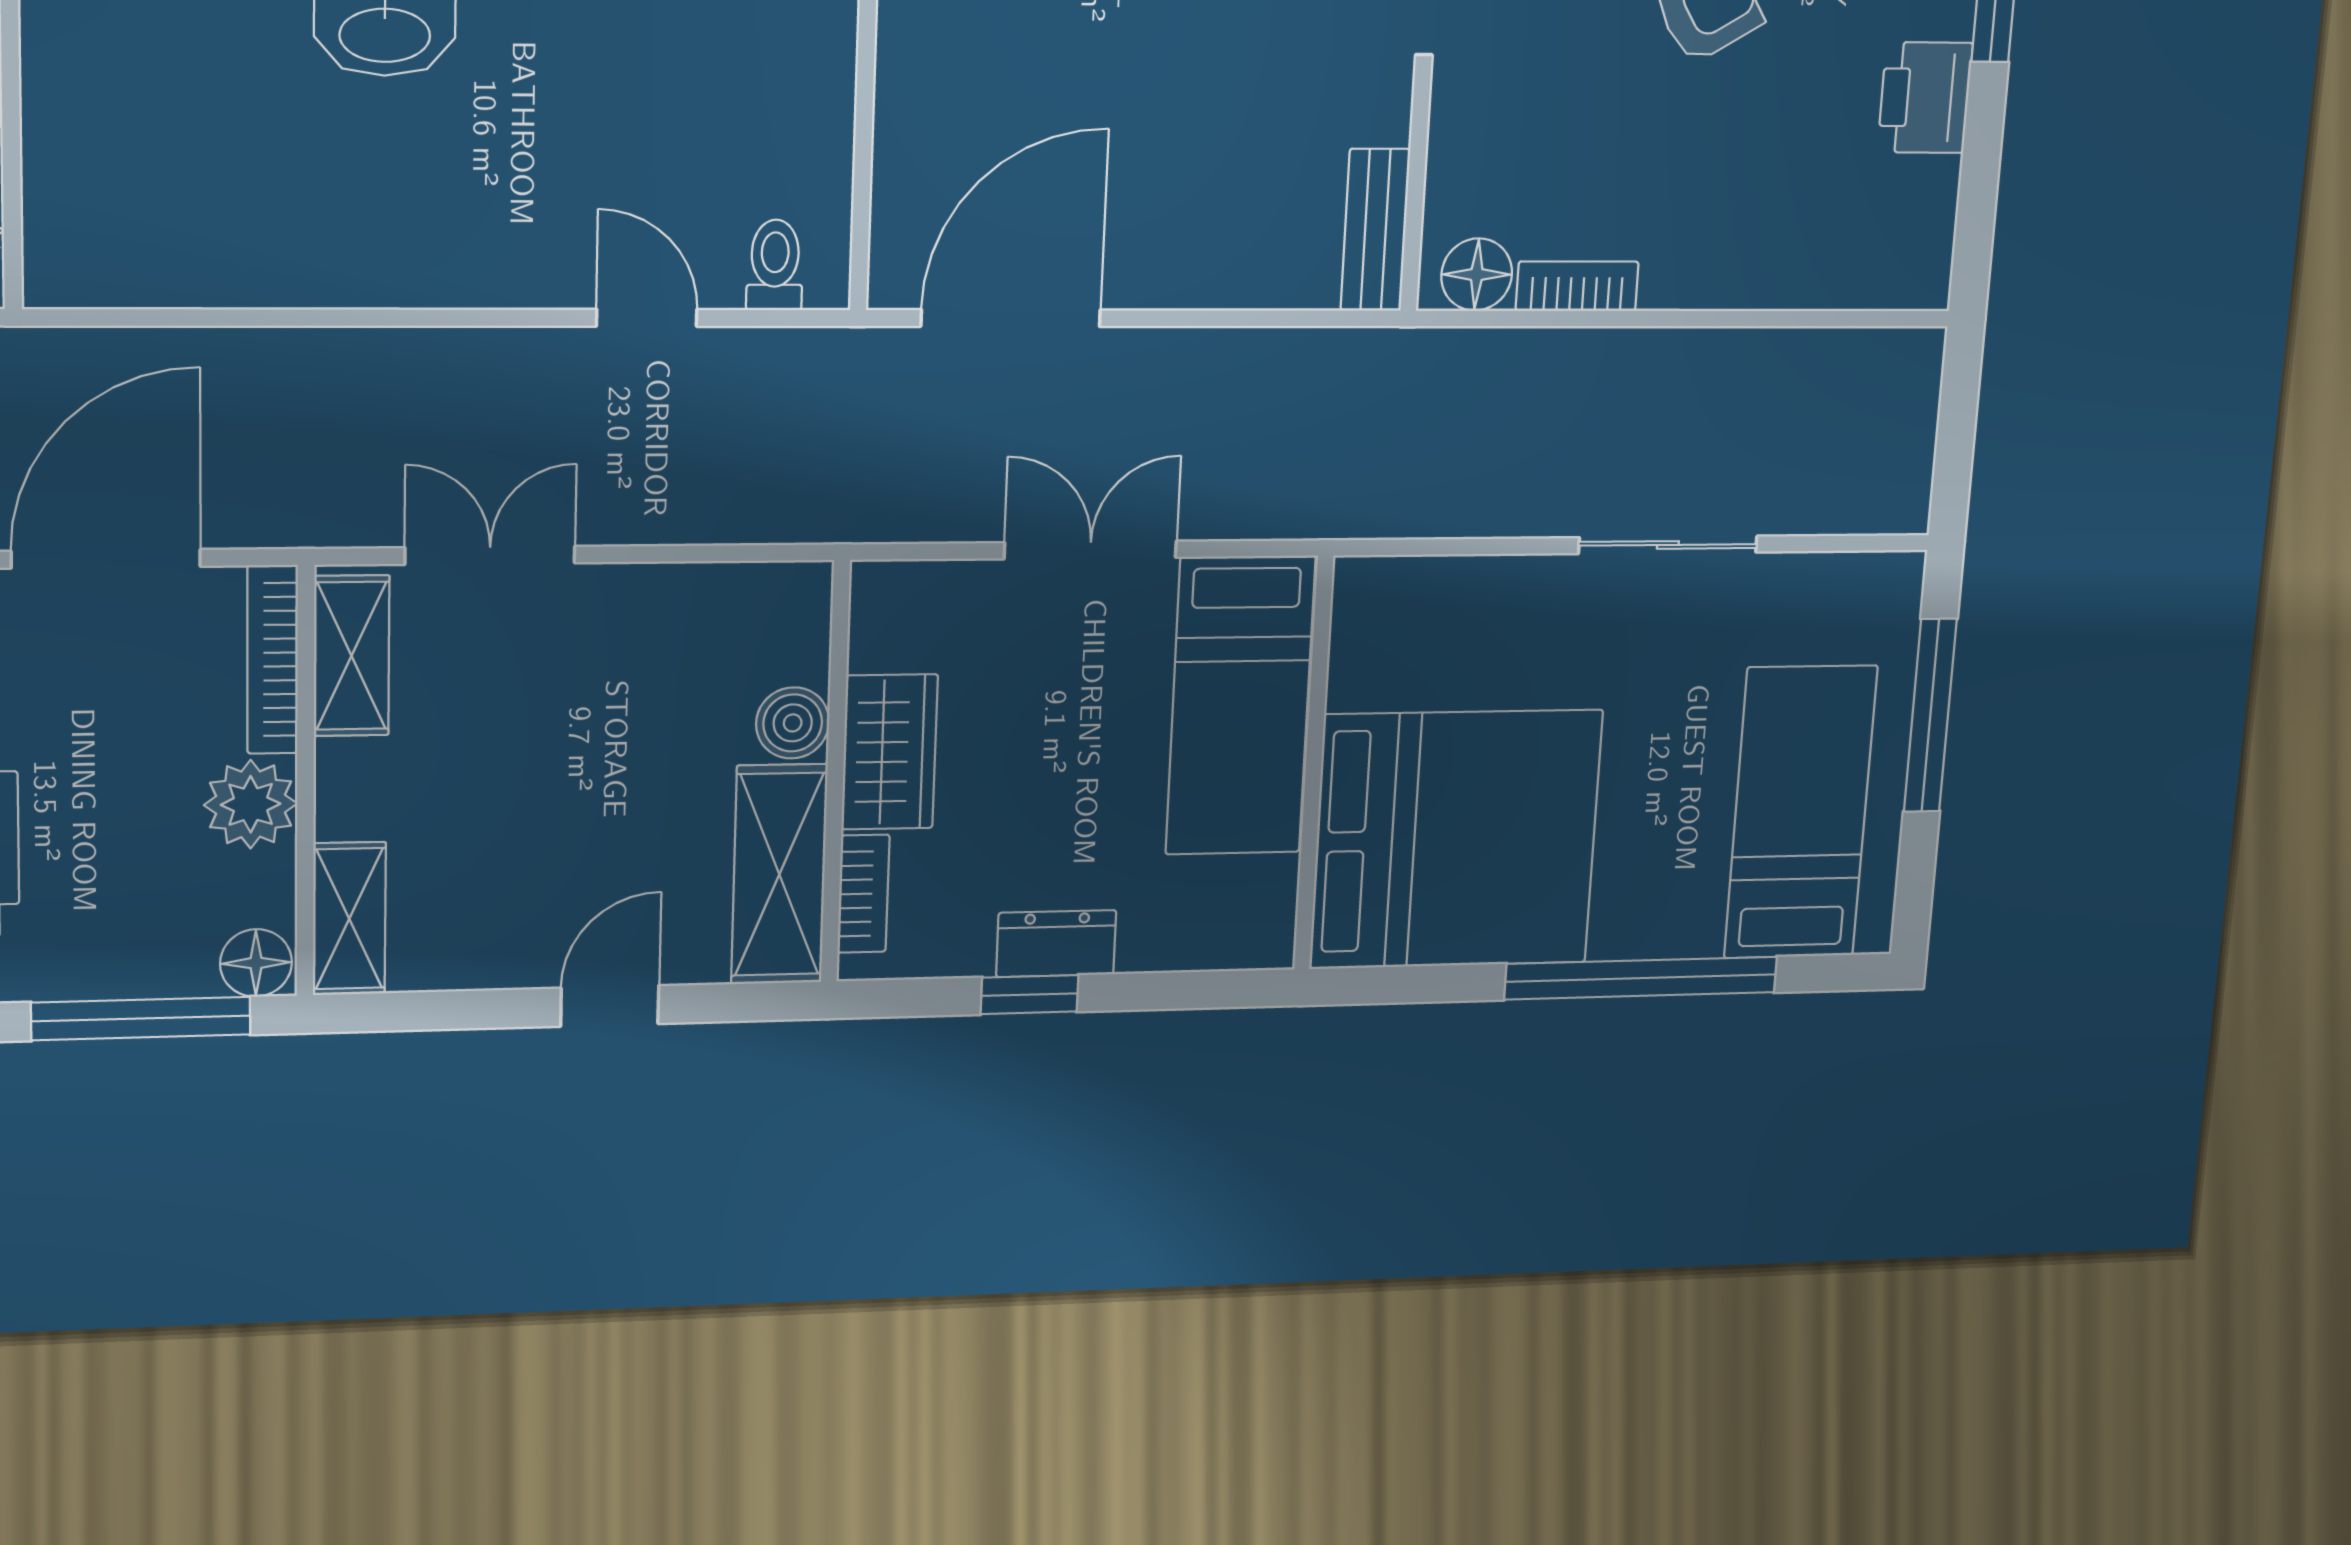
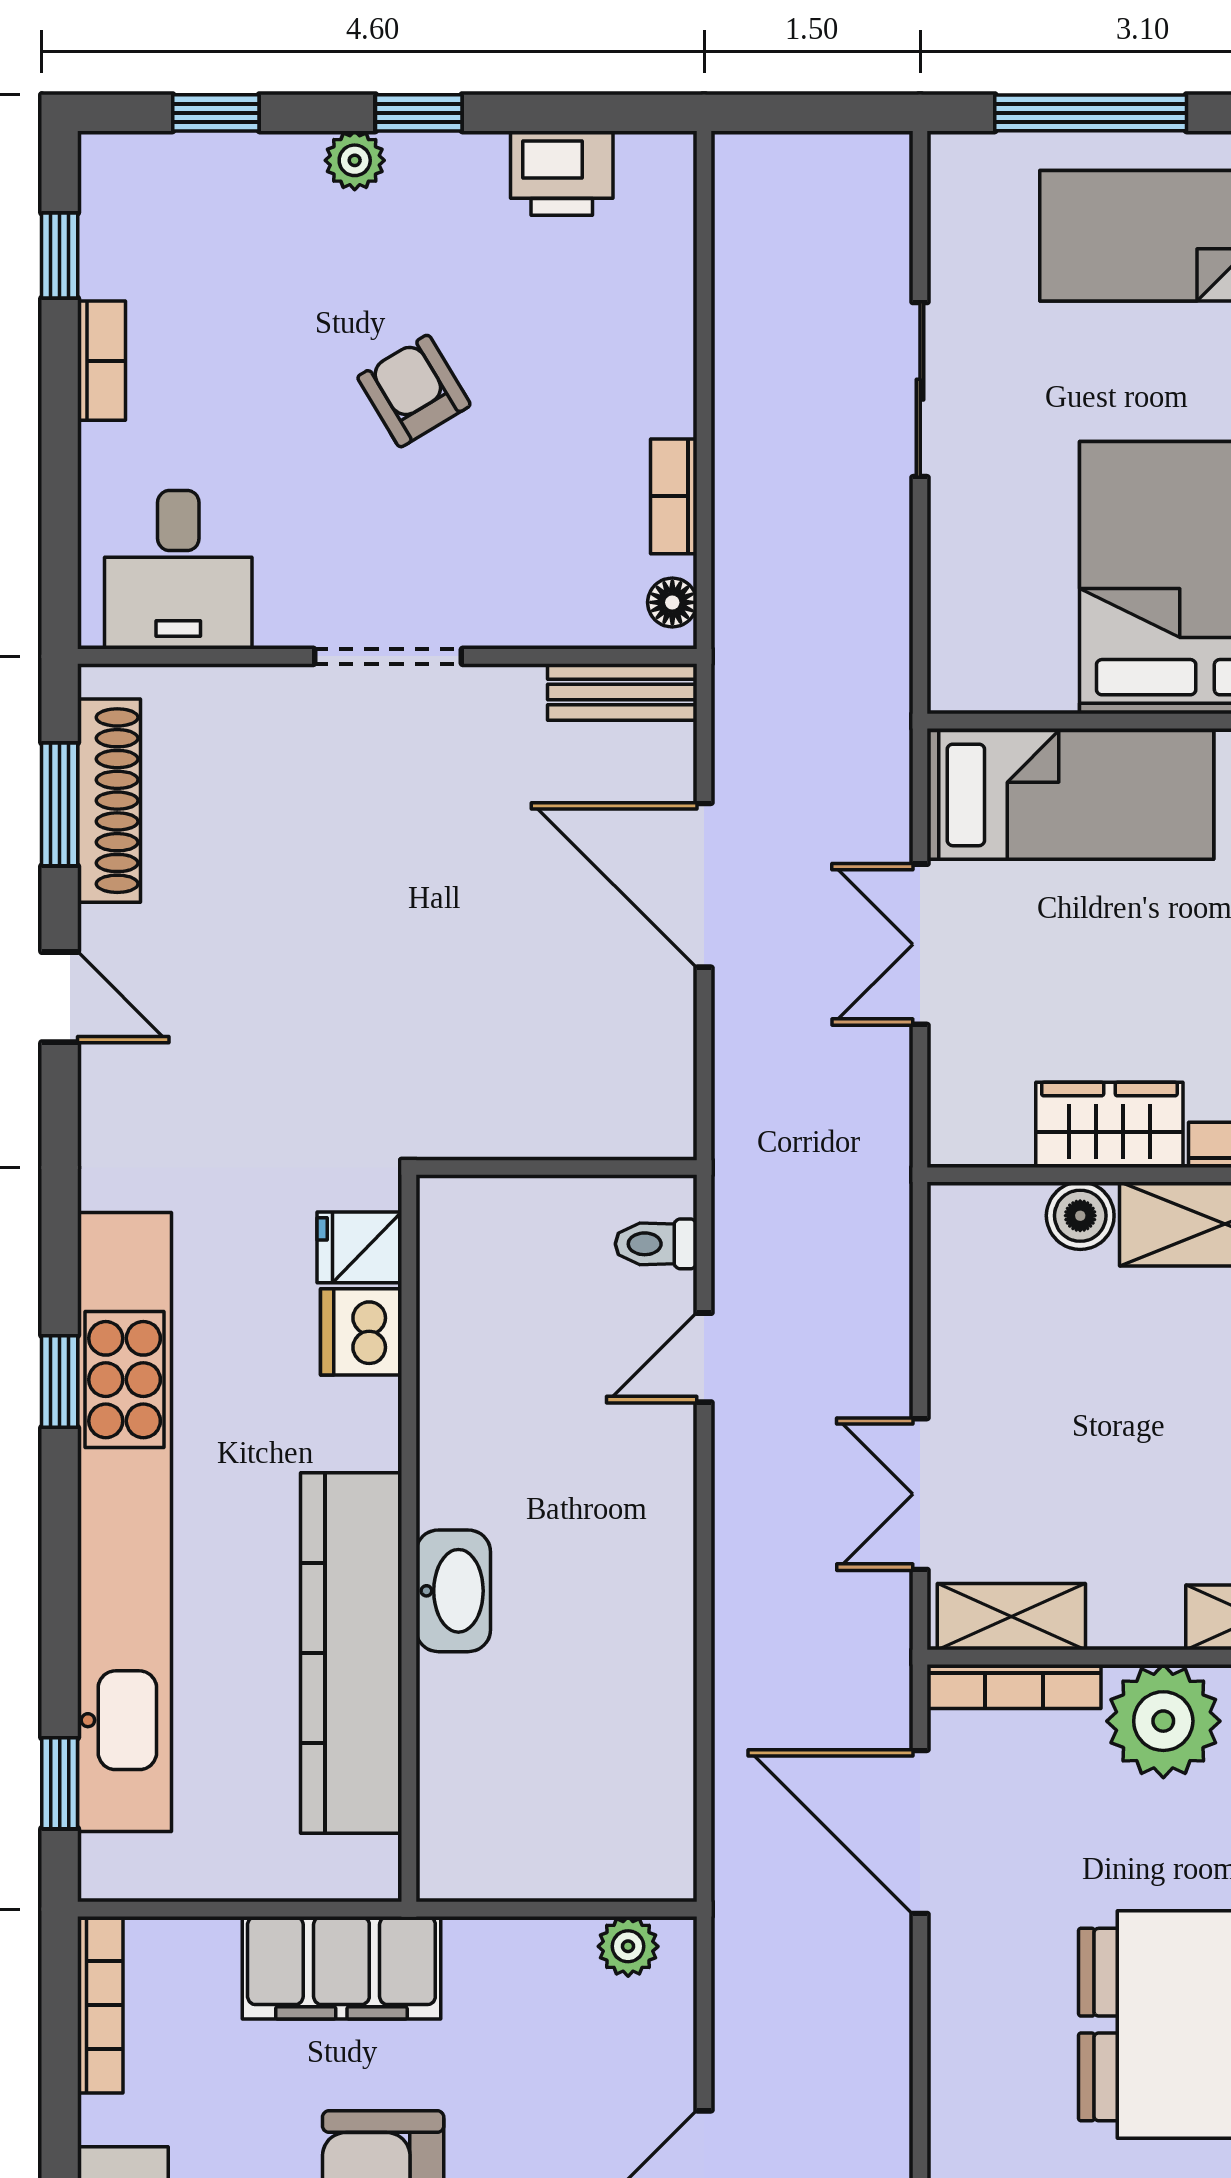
printer: (1925, 98) -> (562, 173), moved
floor lamp: (1477, 275) -> (672, 602), width x0.73, depth x0.73
door: (1011, 318) -> (704, 885), moved
plant: (251, 804) -> (1163, 1721), width x1.36, depth x1.36

